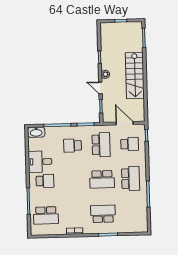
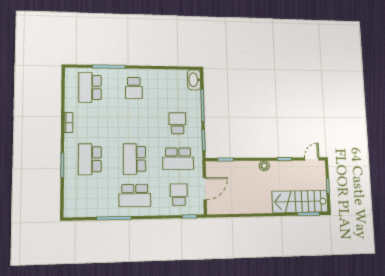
stairs: (135, 76) -> (300, 202), moved
door: (100, 88) -> (312, 159), moved
school desk: (130, 144) -> (179, 195), turned 180
desk: (40, 162) -> (158, 83), removed
school desk: (103, 214) -> (90, 159), turned 180

